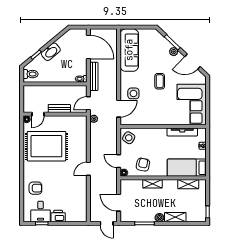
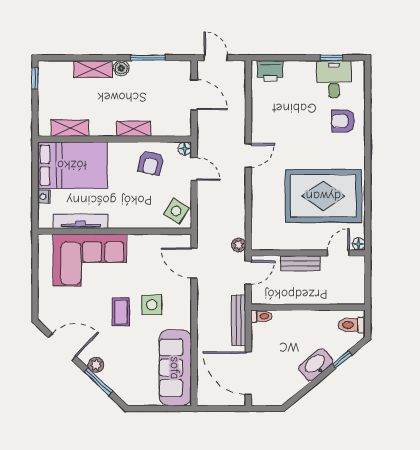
side table: (133, 93) -> (152, 305), moved
corner sofa: (192, 104) -> (90, 260), moved, turned 90
door: (119, 109) -> (194, 263), hinge flipped
bed: (187, 168) -> (72, 165), width x1.50
printer: (58, 216) -> (270, 71), moved

